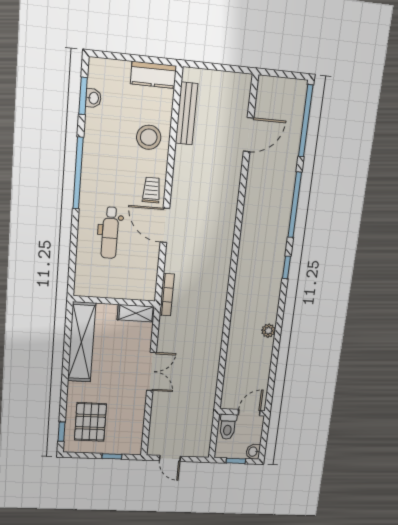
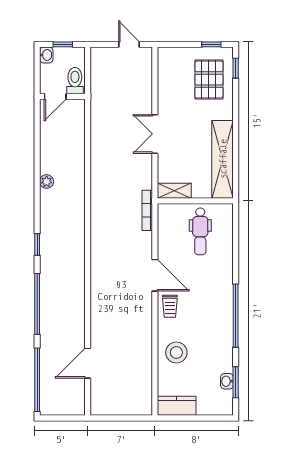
bench: (187, 114) -> (145, 376), removed
dental chair: (110, 233) -> (200, 231), moved, turned 180
window: (112, 456) -> (211, 44), moved

